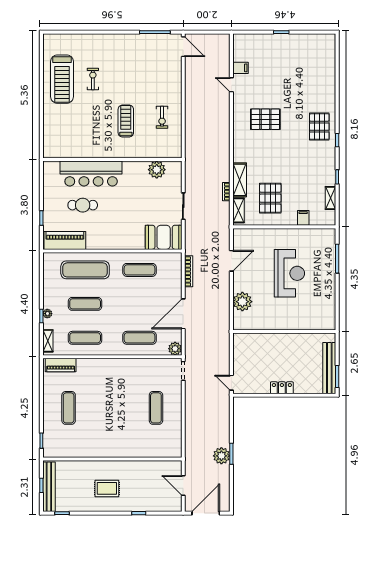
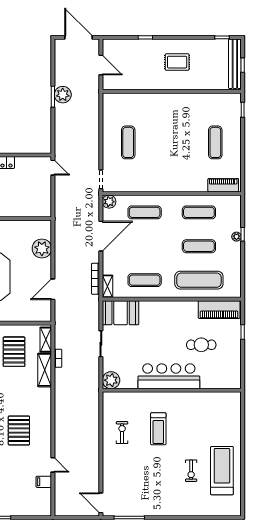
pallet: (265, 119) -> (19, 430), turned 90
plant: (157, 170) -> (111, 380), moved
bar counter: (91, 174) -> (169, 376), moved
shelving: (48, 341) -> (107, 286), moved
door: (206, 513) -> (79, 37), swing flipped

